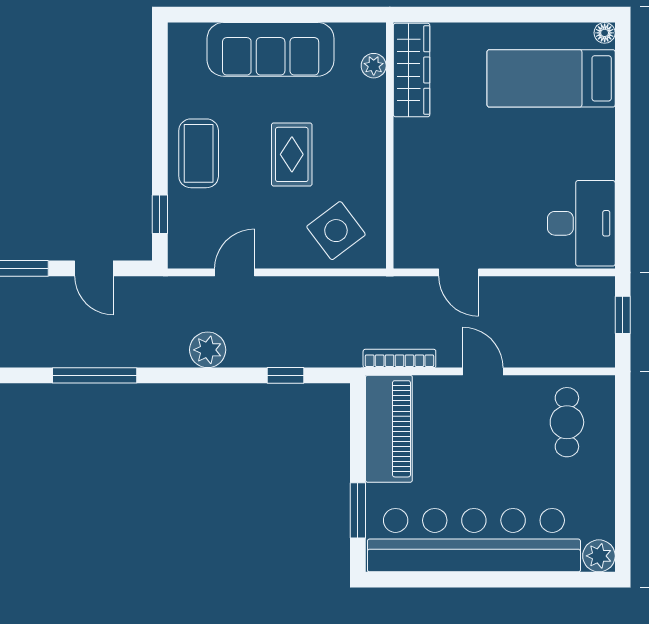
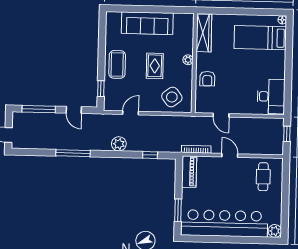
plant: (374, 66) -> (188, 60), moved
armchair: (423, 183) -> (207, 79), added
piano: (389, 429) -> (189, 172), width x0.73, depth x0.75

